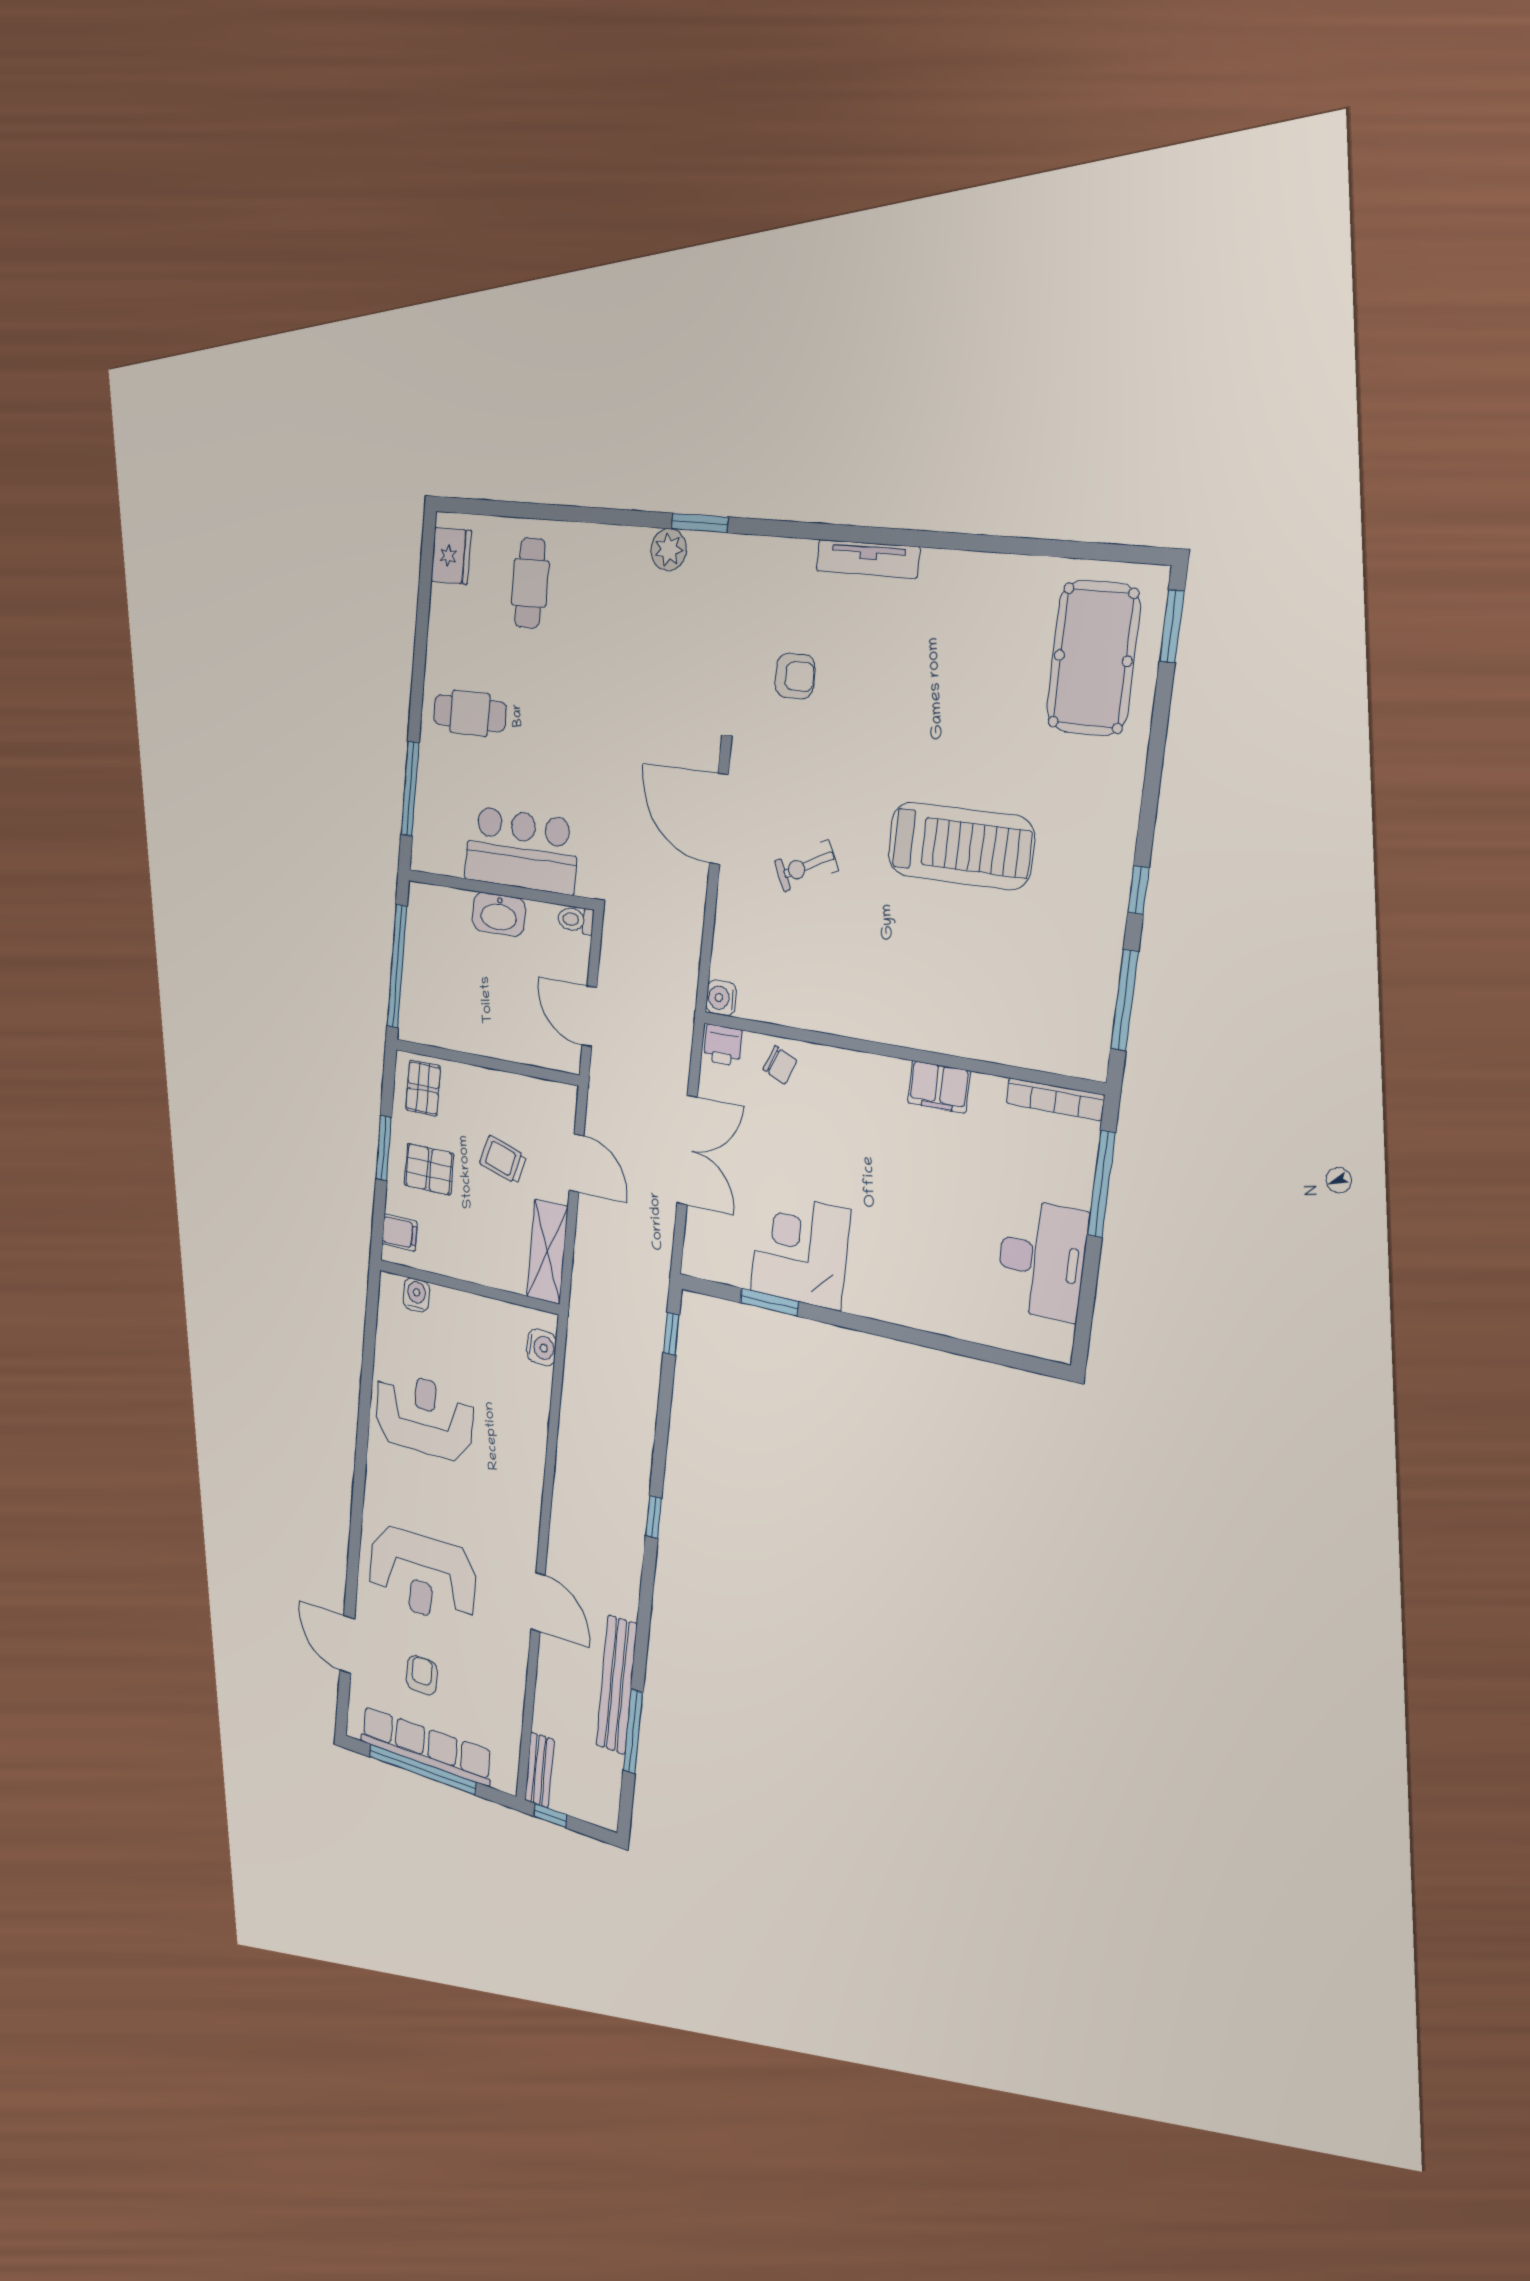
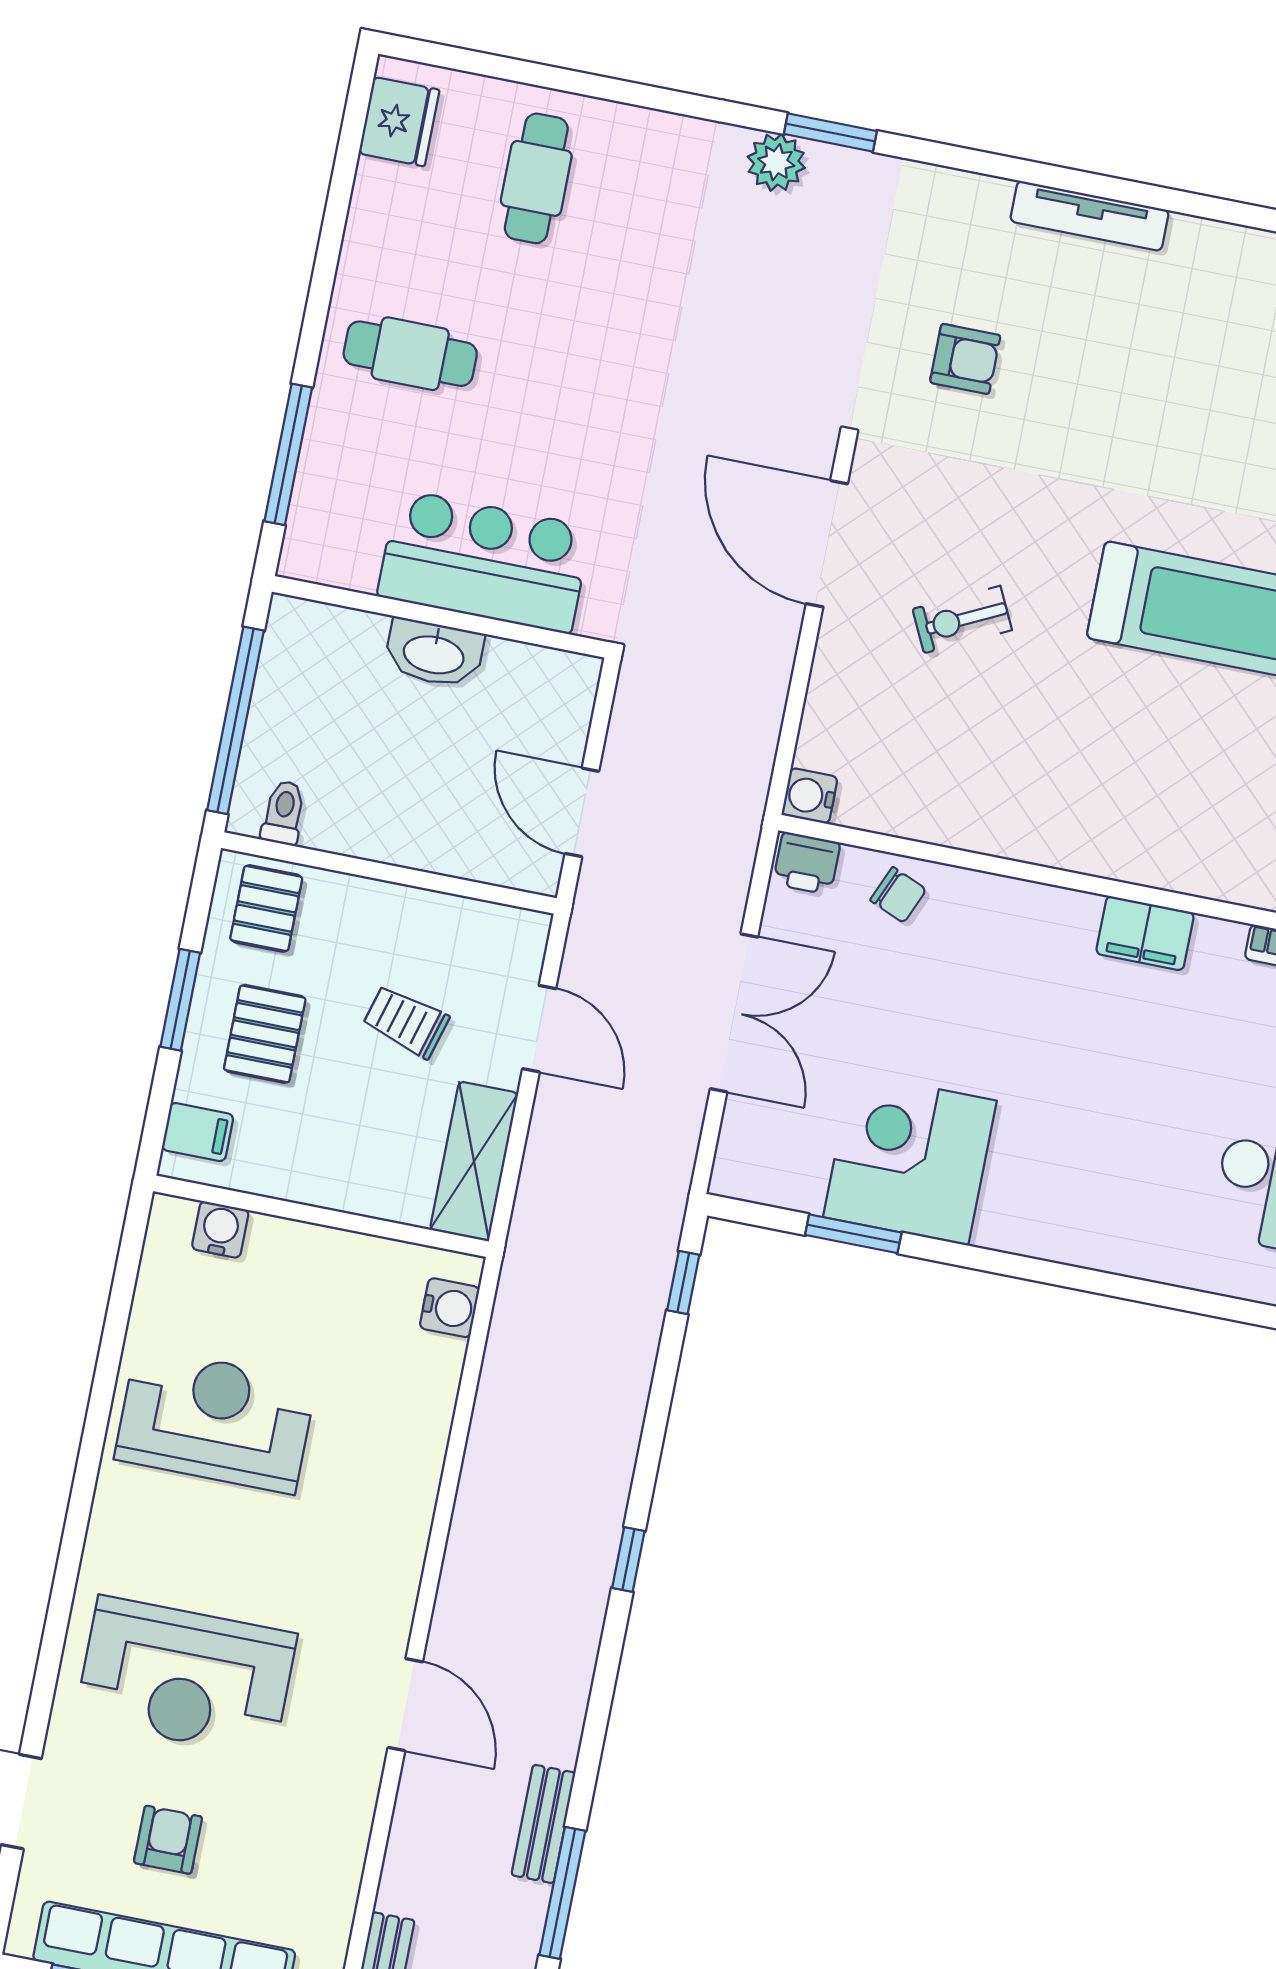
toilet: (576, 920) -> (283, 813), moved, turned 90
pallet: (429, 1169) -> (265, 1034), turned 90
bench: (617, 1685) -> (543, 1824), width x0.54, depth x0.82

